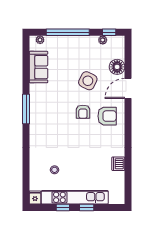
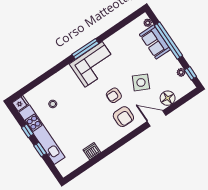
sofa: (39, 67) -> (155, 42), moved, turned 90
corner sofa: (44, 111) -> (94, 64), added

